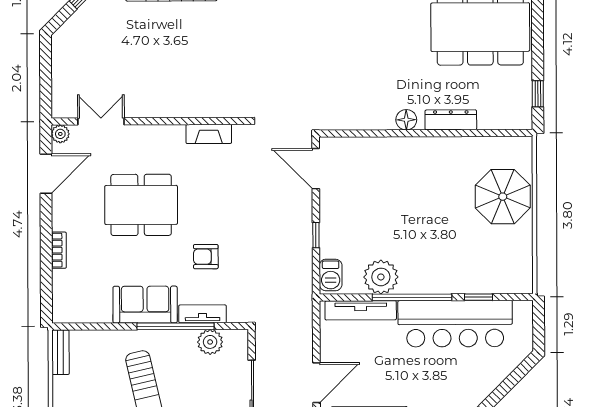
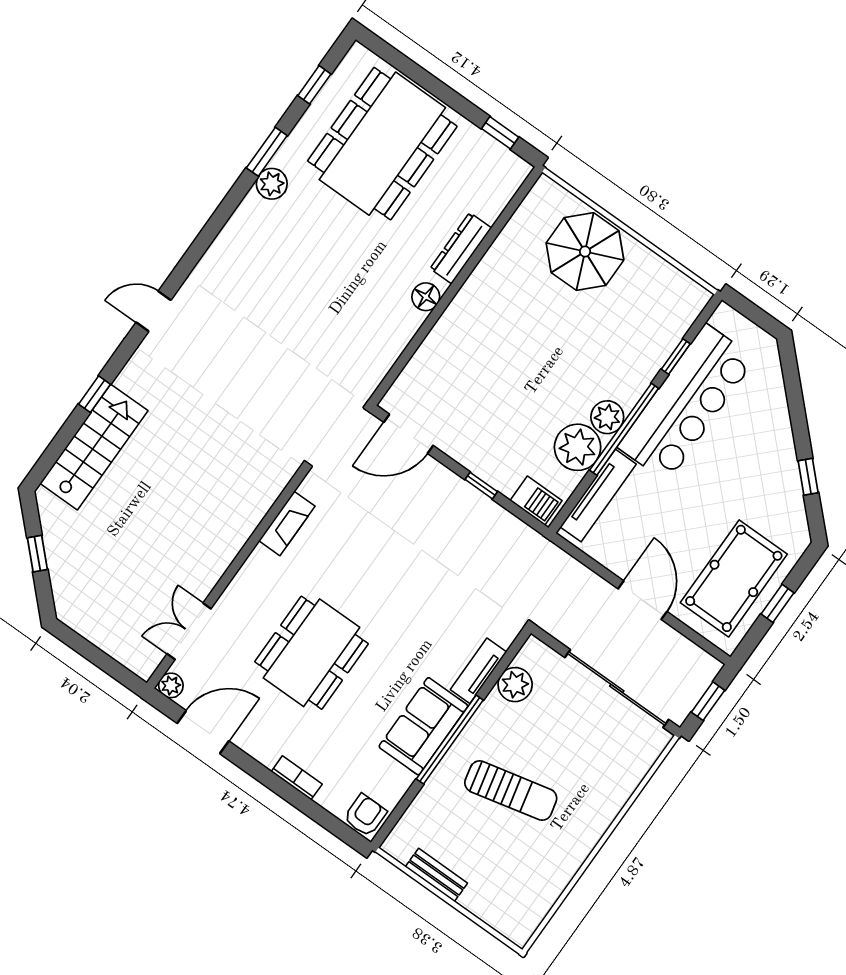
door: (46, 174) -> (203, 732), hinge flipped
armchair: (206, 257) -> (365, 815), moved, turned 180
plant: (412, 282) -> (607, 417), added
window: (175, 326) -> (450, 739), moved
bench: (61, 352) -> (436, 875), moved

